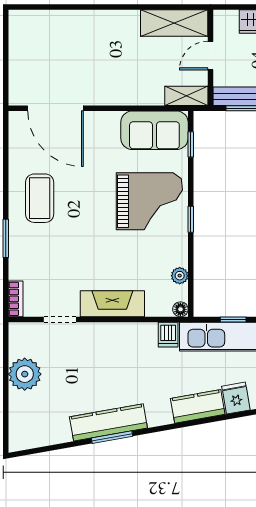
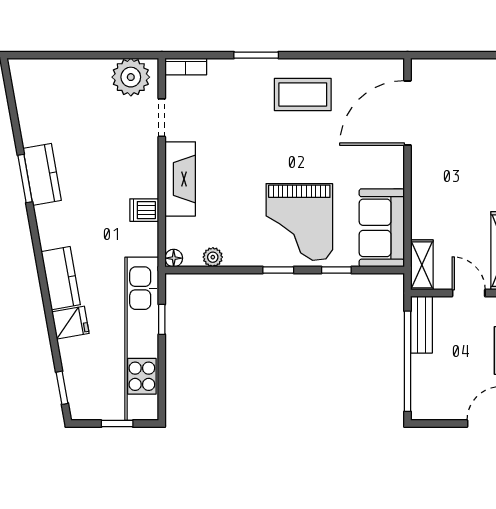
window: (191, 144) -> (336, 270), moved
dishwasher: (168, 335) -> (144, 210), moved
plant: (25, 374) -> (131, 77), moved
kitchen counter: (108, 422) -> (42, 174), width x0.67

